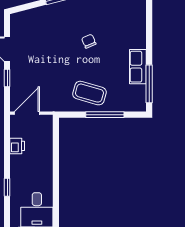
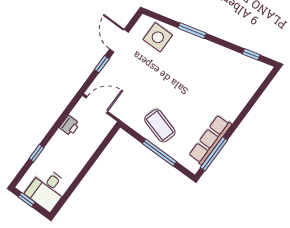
side table: (36, 24) -> (158, 37), added
chair: (89, 41) -> (190, 83), removed
row of seats: (138, 67) -> (210, 140), width x1.48

